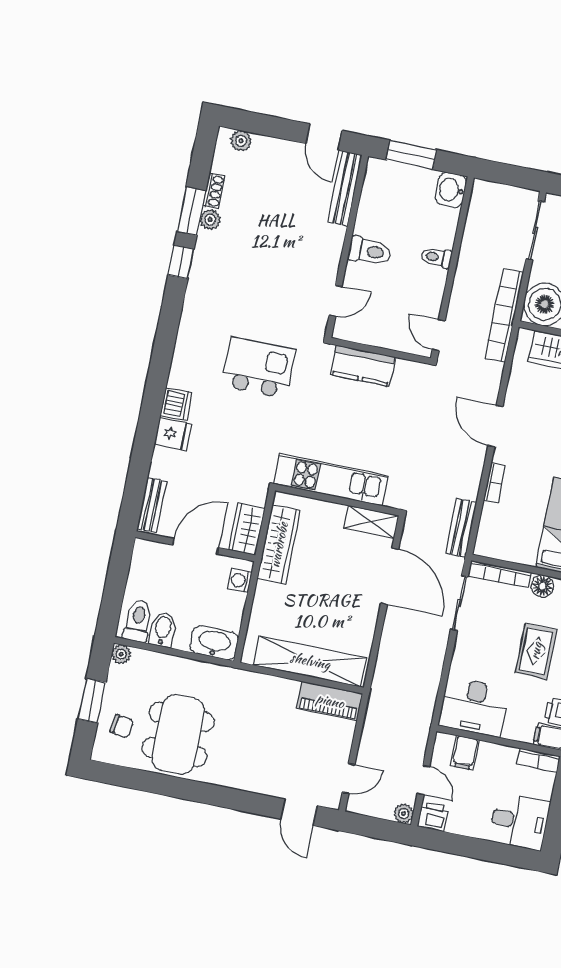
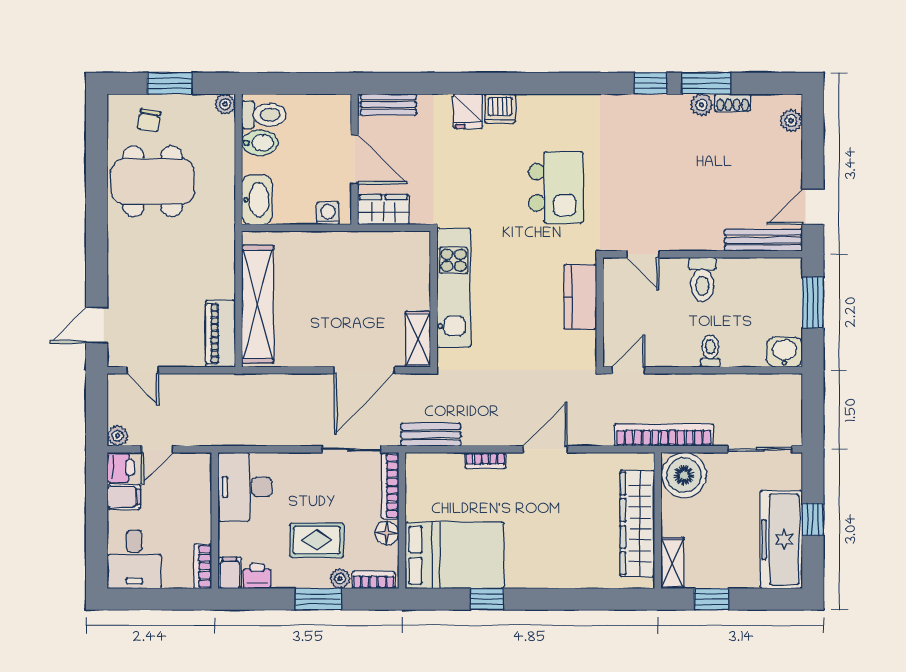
wardrobe: (279, 545) -> (374, 247), removed
filing cabinet: (465, 753) -> (124, 497), moved, turned 180

